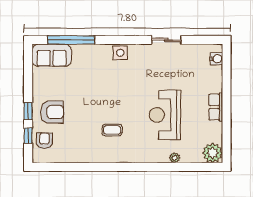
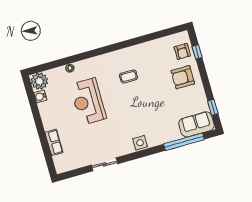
water cooler: (216, 59) -> (40, 96), moved
row of seats: (216, 107) -> (54, 142), moved
window: (28, 111) -> (213, 107), moved
reception desk: (165, 115) -> (88, 102), turned 180

